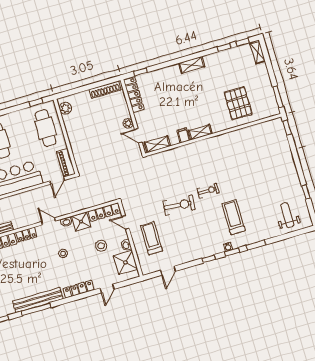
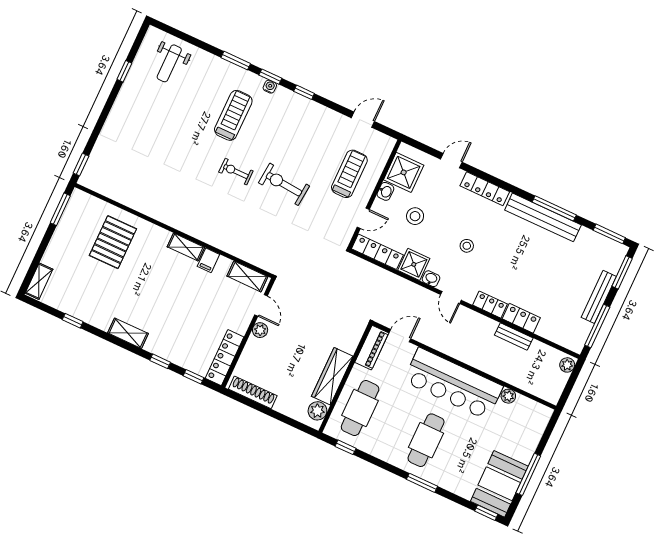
window: (243, 42) -> (160, 361), moved
wardrobe: (73, 132) -> (332, 376), added
treadmill: (234, 217) -> (233, 115), turned 180
door: (126, 222) -> (363, 218), hinge flipped
treadmill: (151, 238) -> (349, 174), turned 180

